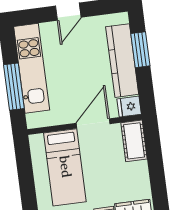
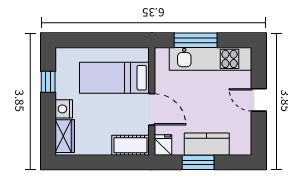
window: (140, 50) -> (198, 162), moved
kitchen counter: (122, 61) -> (207, 144), width x0.67

